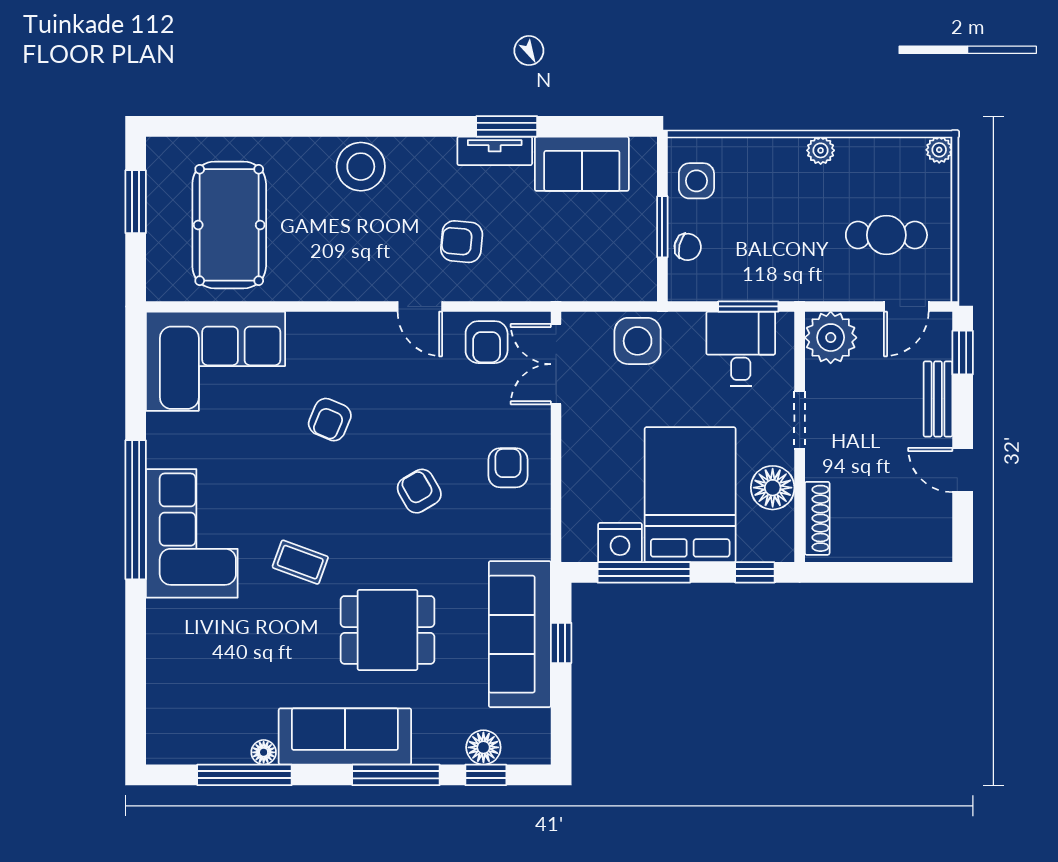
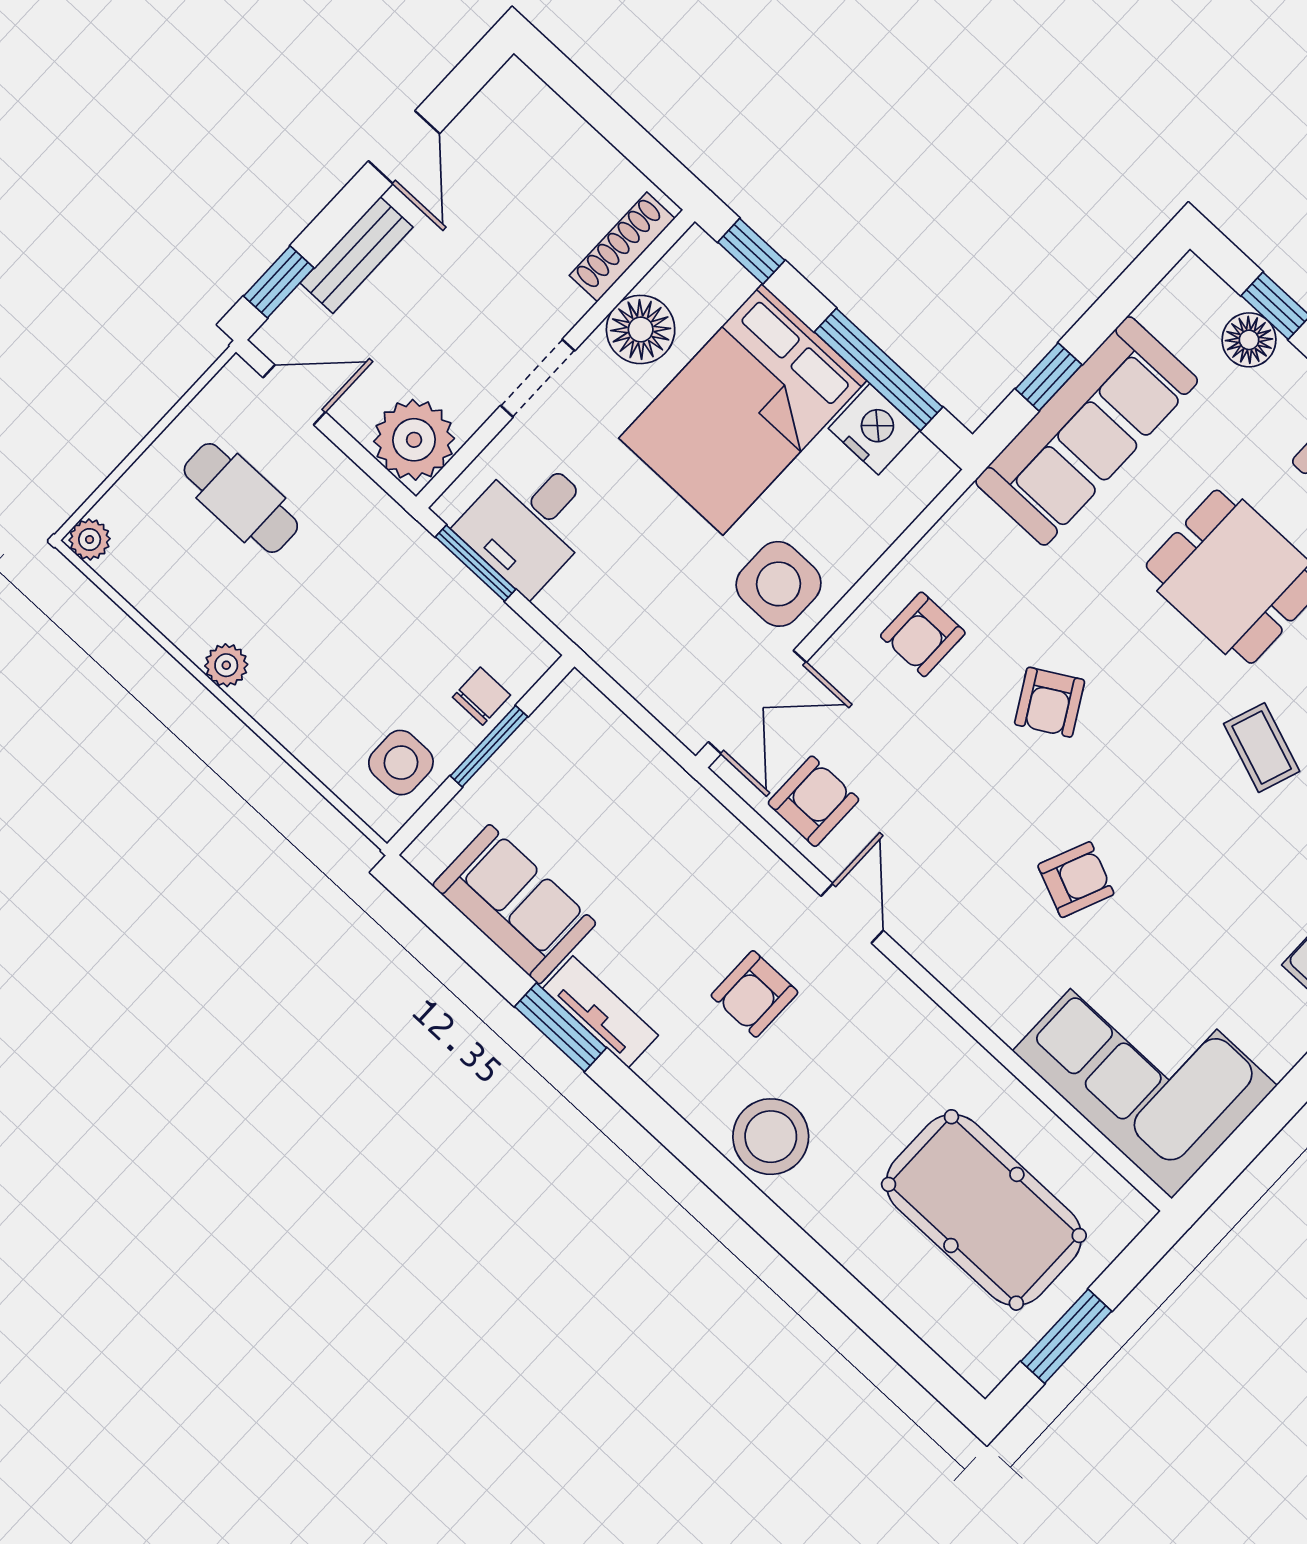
pool table: (229, 225) -> (984, 1210), turned 90
armchair: (462, 242) -> (755, 994), moved, turned 85
chair: (688, 247) -> (481, 696), turned 77
side table: (638, 341) -> (779, 584), moved

